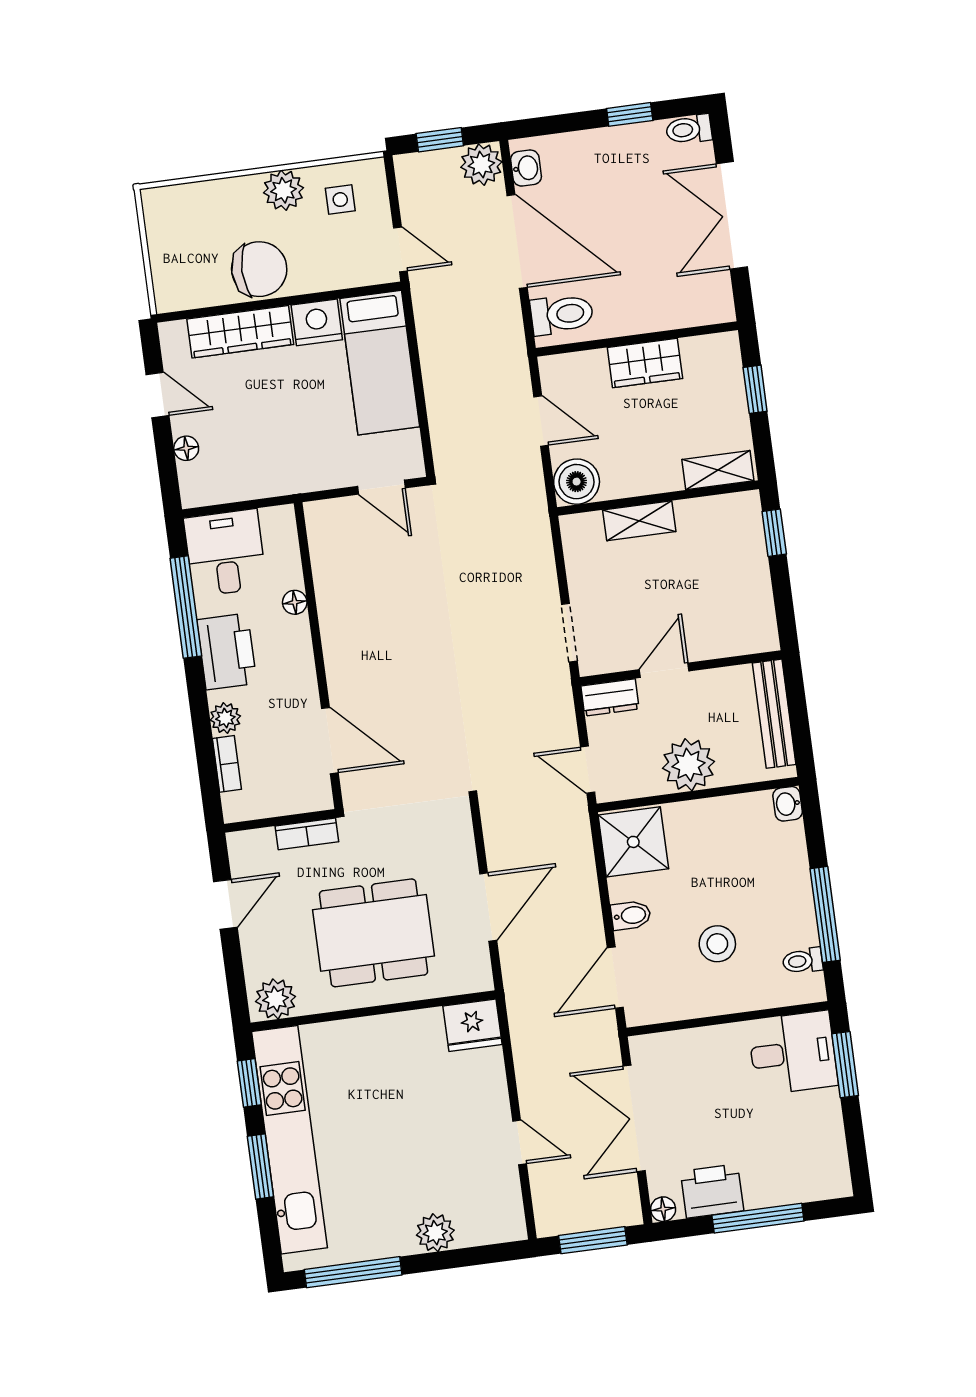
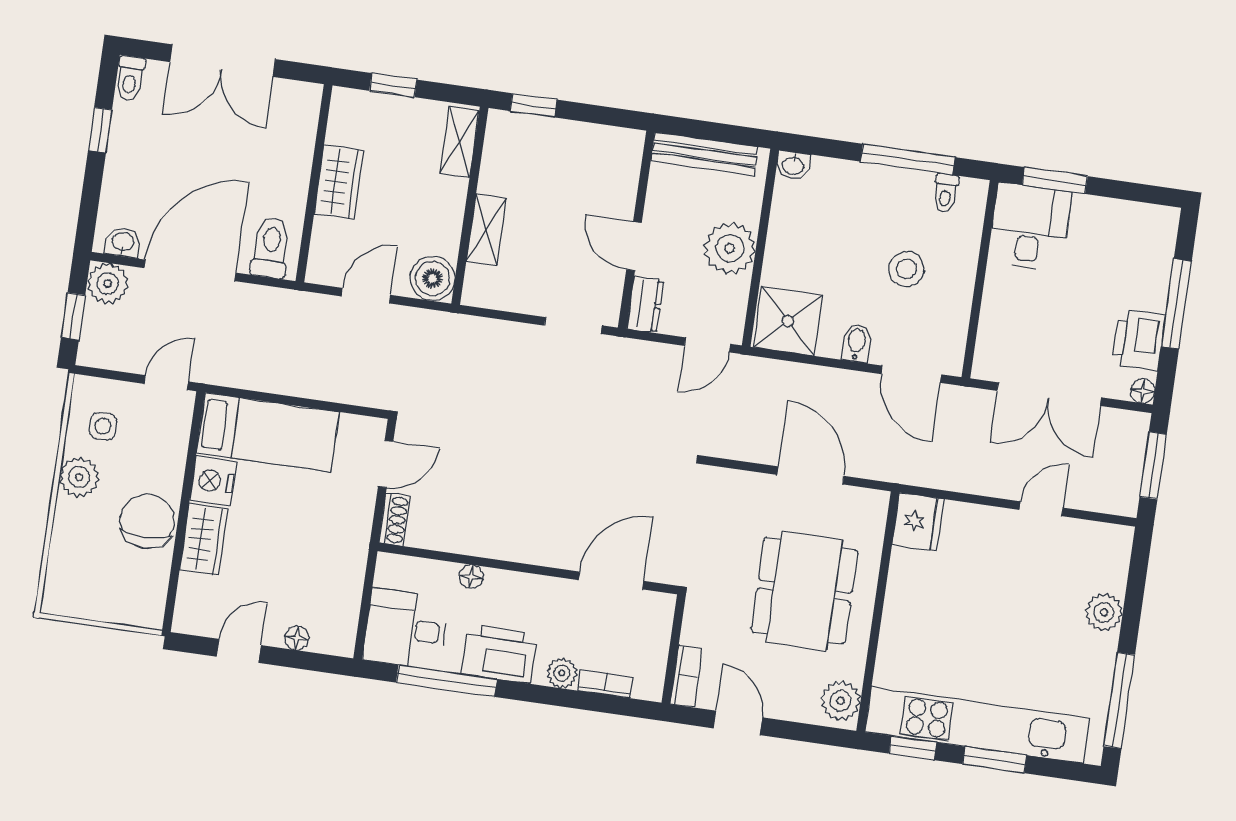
wardrobe: (240, 332) -> (203, 539), width x0.67
shoe rack: (330, 511) -> (394, 519), added
bookcase: (307, 834) -> (686, 676), moved

